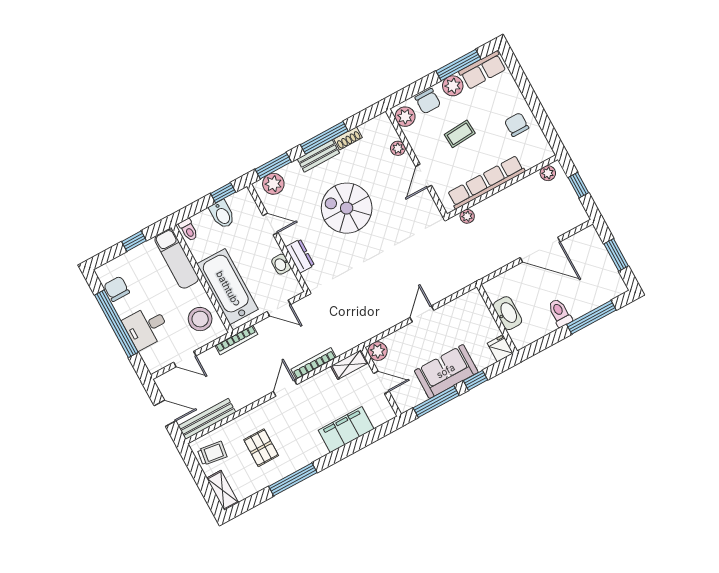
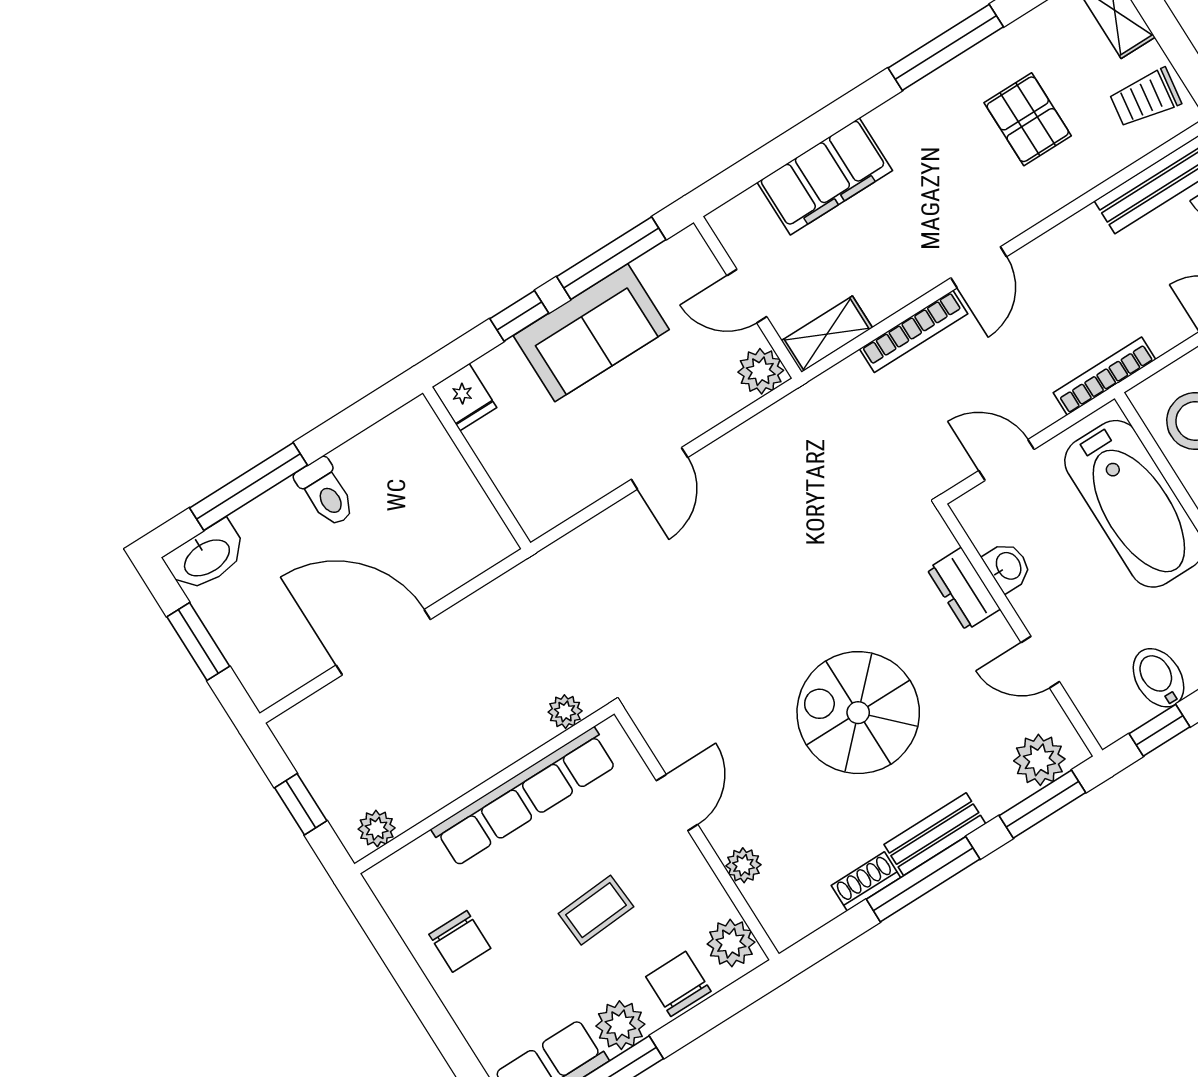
spiral stairs: (347, 208) -> (858, 713), turned 180
washbasin: (507, 313) -> (206, 557), moved, turned -90

